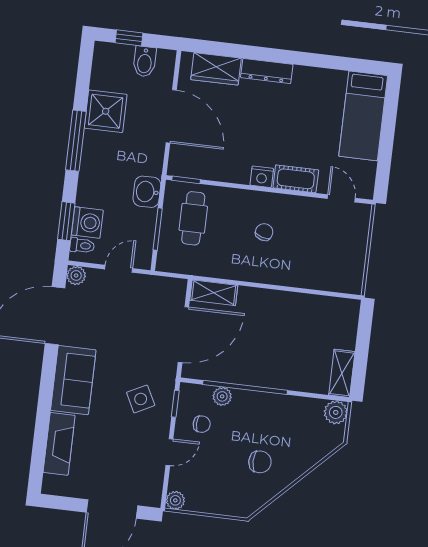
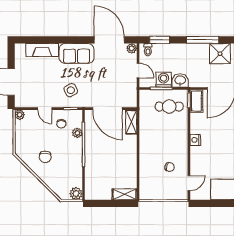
cot: (296, 179) -> (196, 101), moved
washing machine: (87, 223) -> (164, 80), moved, turned 180
chair: (264, 232) -> (170, 167), moved
shelving: (342, 373) -> (124, 194), moved

